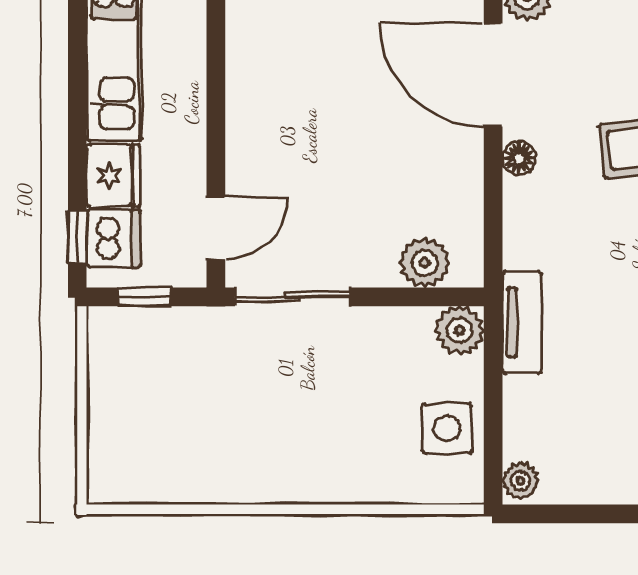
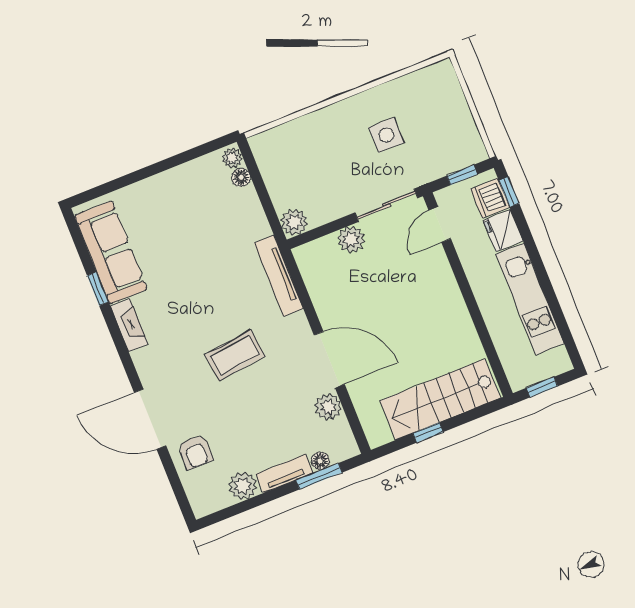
floor lamp: (519, 158) -> (241, 177), moved
plant: (425, 263) -> (351, 239), moved
tv unit: (522, 322) -> (279, 276), moved, width x1.41
side table: (447, 428) -> (386, 135), moved

